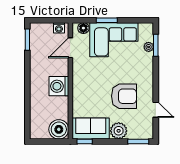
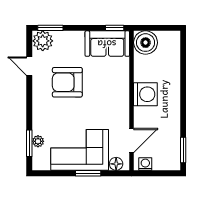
plant: (119, 131) -> (43, 41), moved

